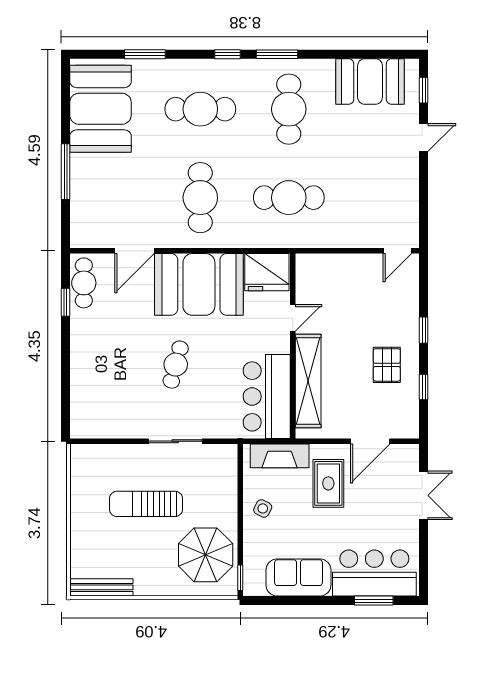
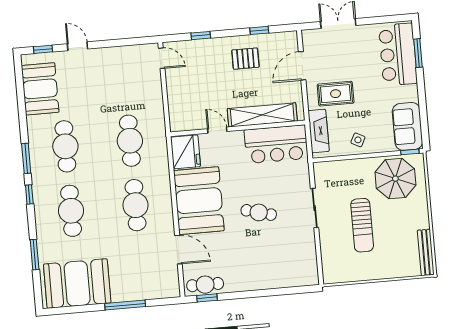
cafe table: (289, 109) -> (65, 146), turned 90
cafe table: (200, 198) -> (136, 205), turned 90
window: (65, 302) -> (207, 298), moved
window: (424, 330) -> (201, 36), moved
door: (370, 441) -> (302, 66), swing flipped
sofa: (298, 577) -> (407, 126), moved

